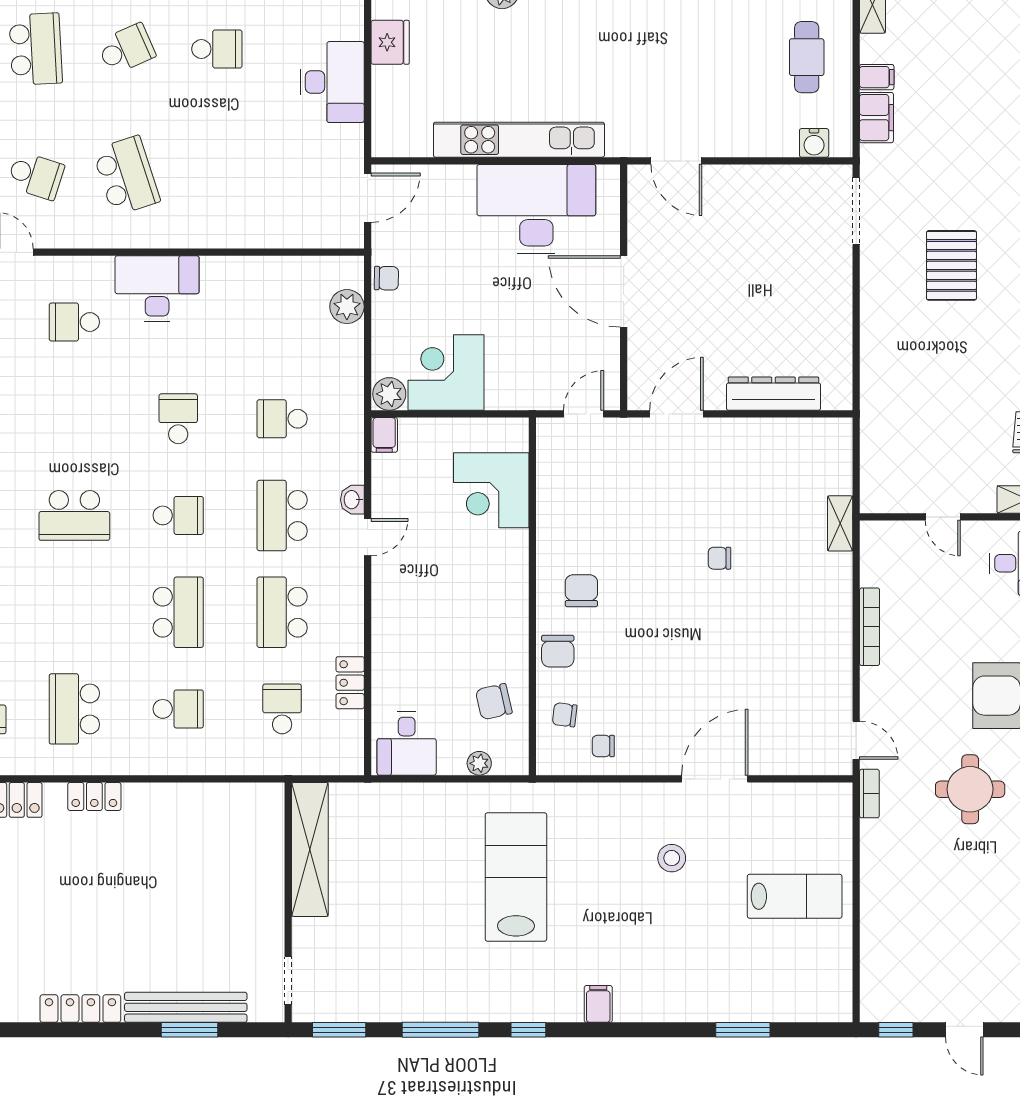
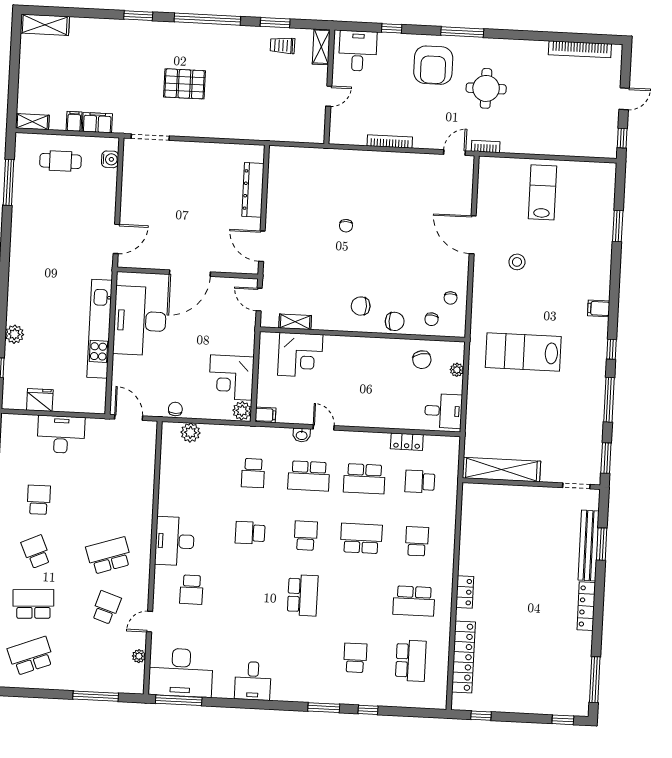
shelving: (840, 523) -> (295, 322), moved

